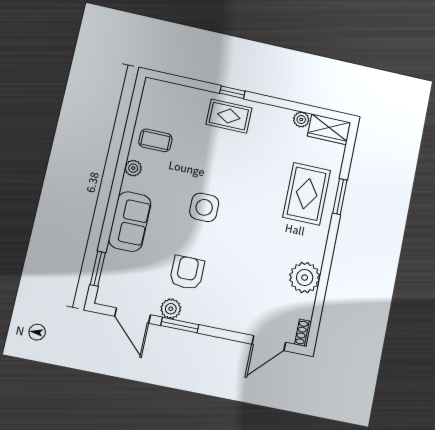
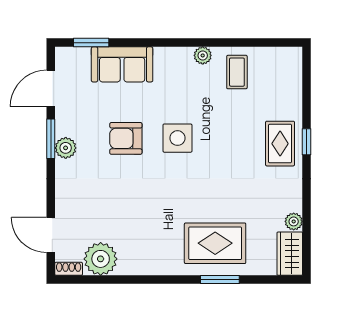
sofa: (130, 222) -> (122, 64), moved
armchair: (187, 273) -> (126, 138), moved, turned 180
plant: (305, 278) -> (101, 259), moved
plant: (171, 309) -> (66, 148), moved

